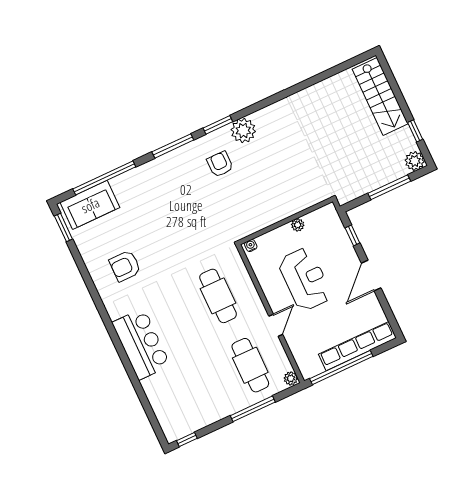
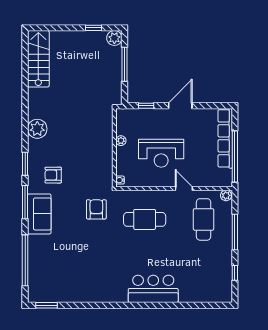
stairs: (380, 97) -> (38, 59), moved, turned -90
plant: (243, 131) -> (37, 129), moved
sofa: (90, 205) -> (39, 214), moved
armchair: (125, 266) -> (96, 209), moved, turned 180
door: (371, 275) -> (180, 106), swing flipped
reception desk: (305, 279) -> (161, 153), turned 180
cafe table: (250, 365) -> (204, 219), turned 90
window: (187, 440) -> (235, 273), moved

